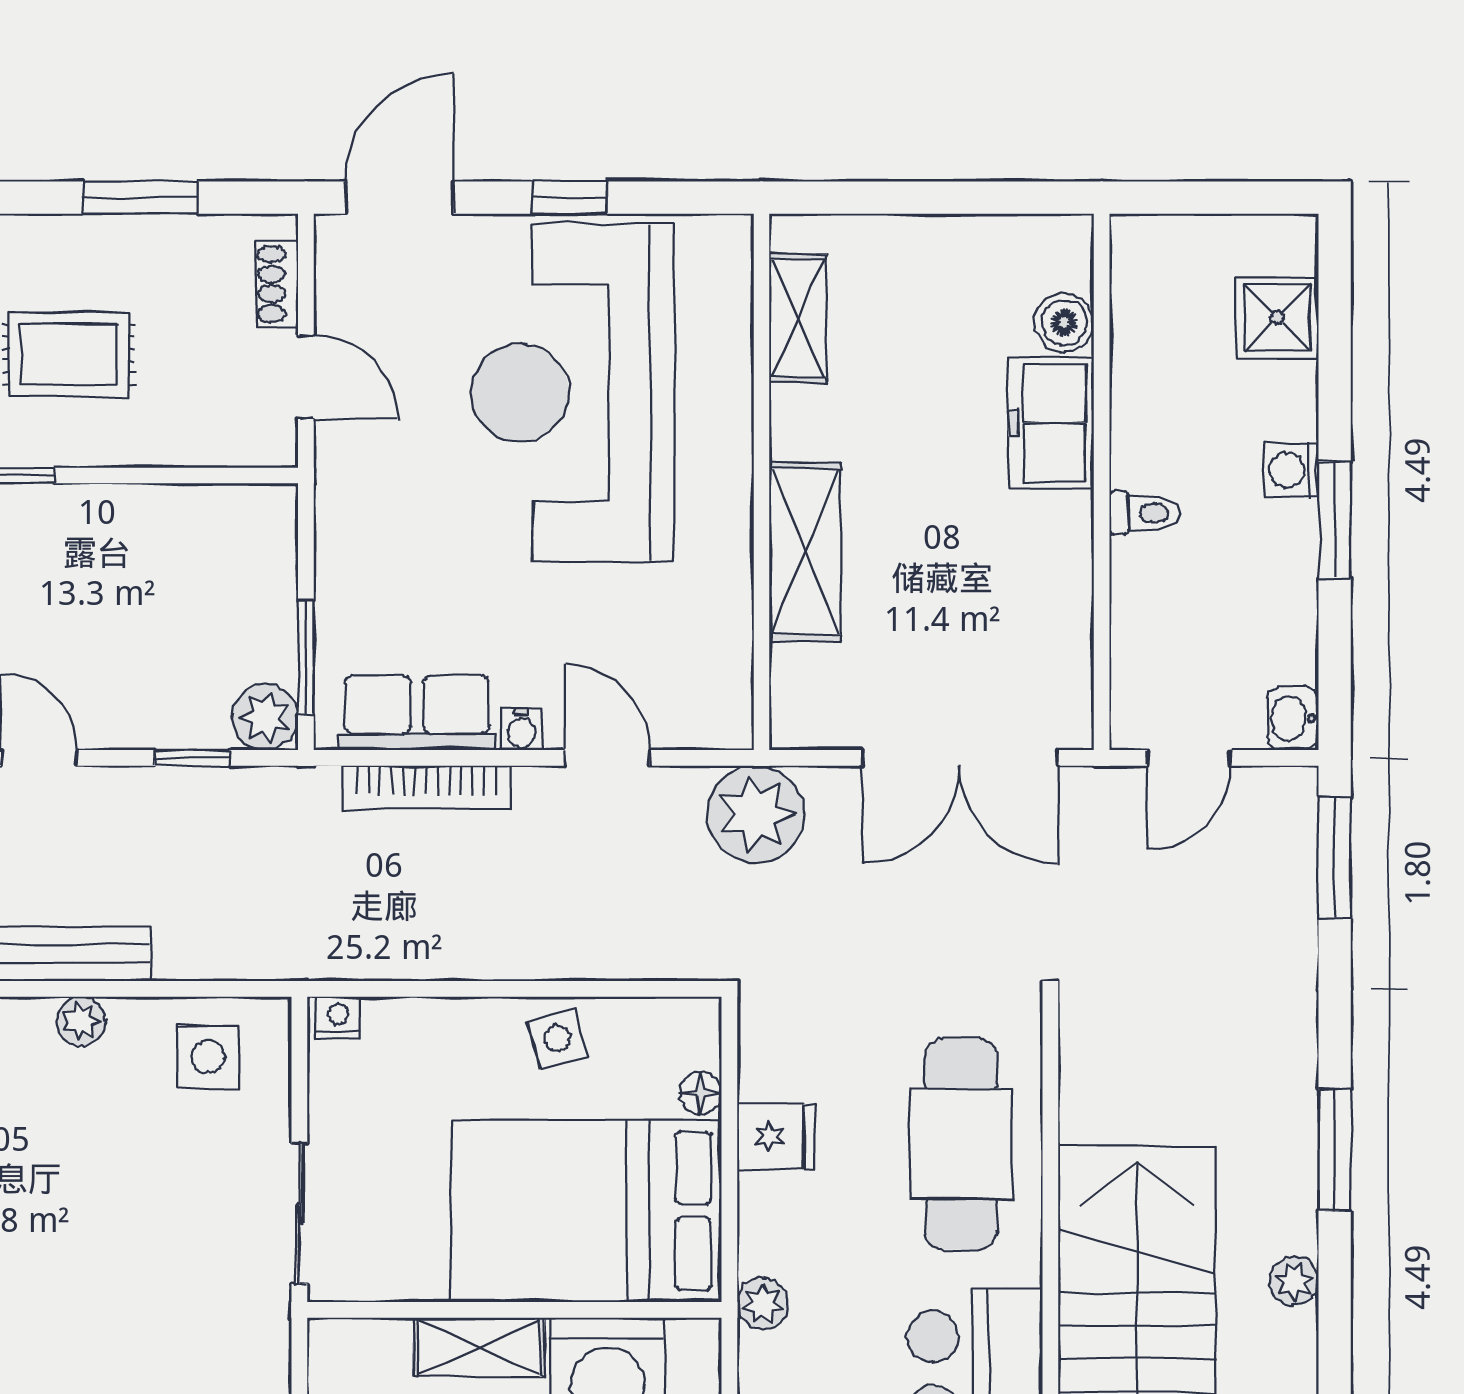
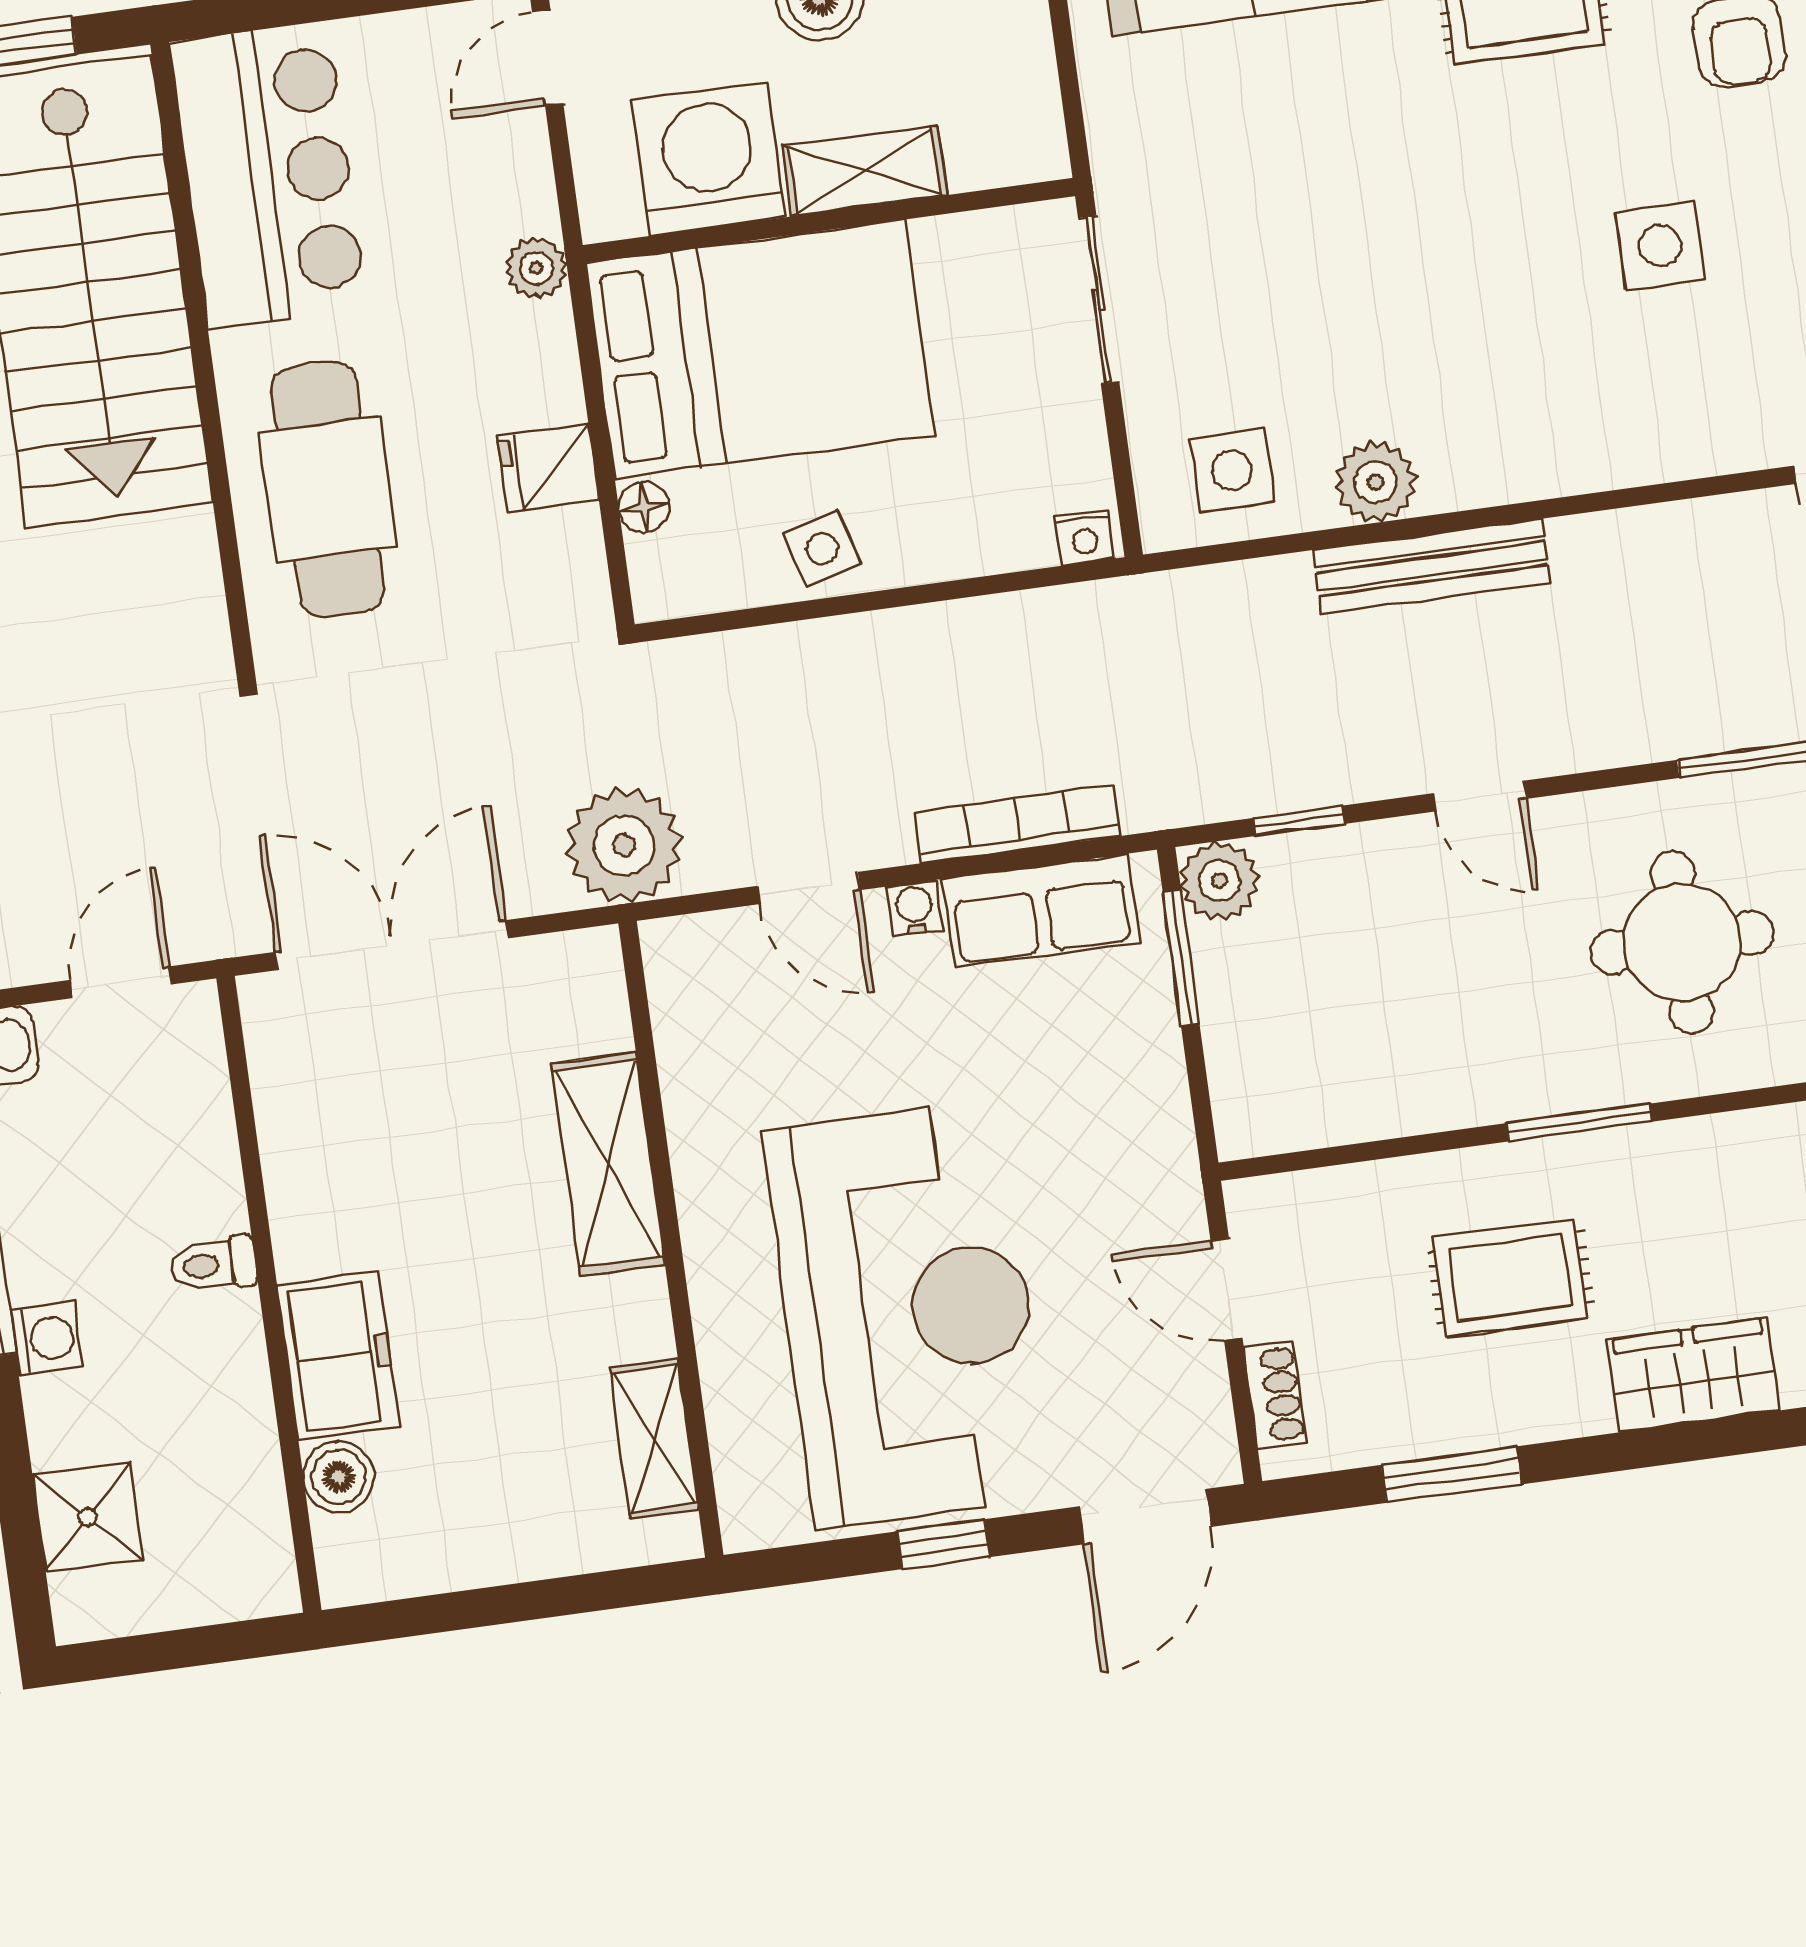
plant: (81, 1021) -> (1376, 482), width x1.38, depth x1.38

